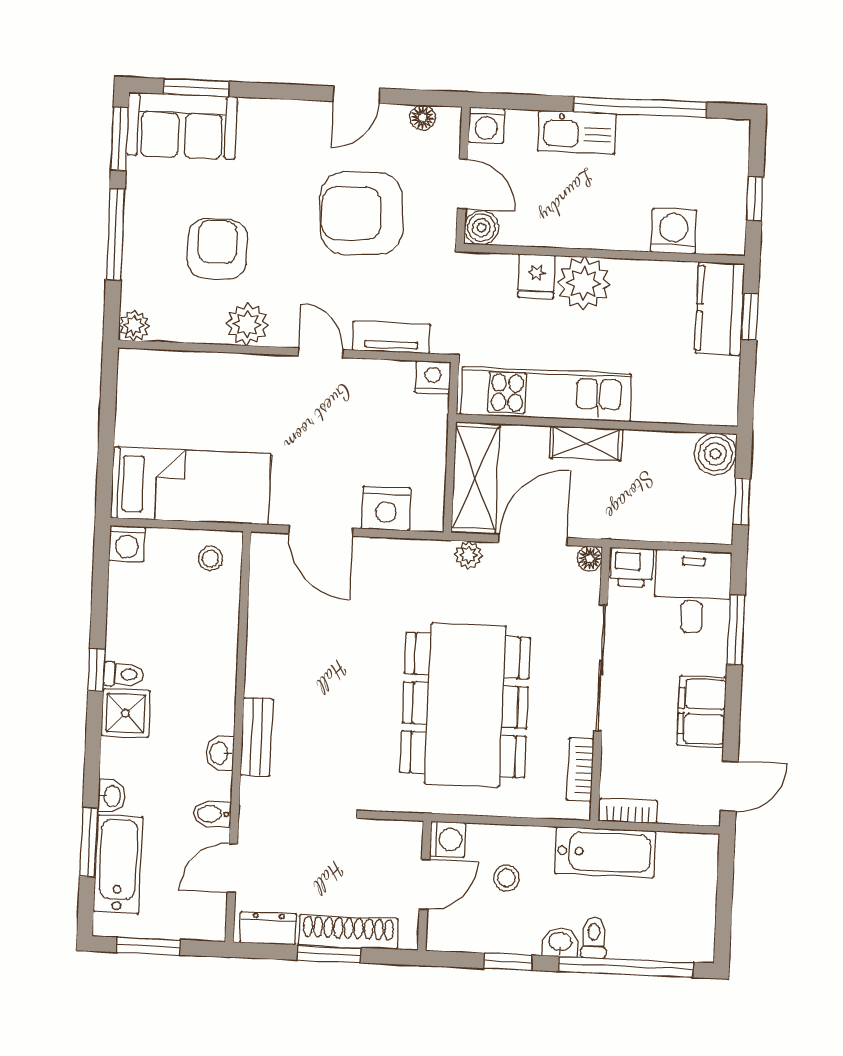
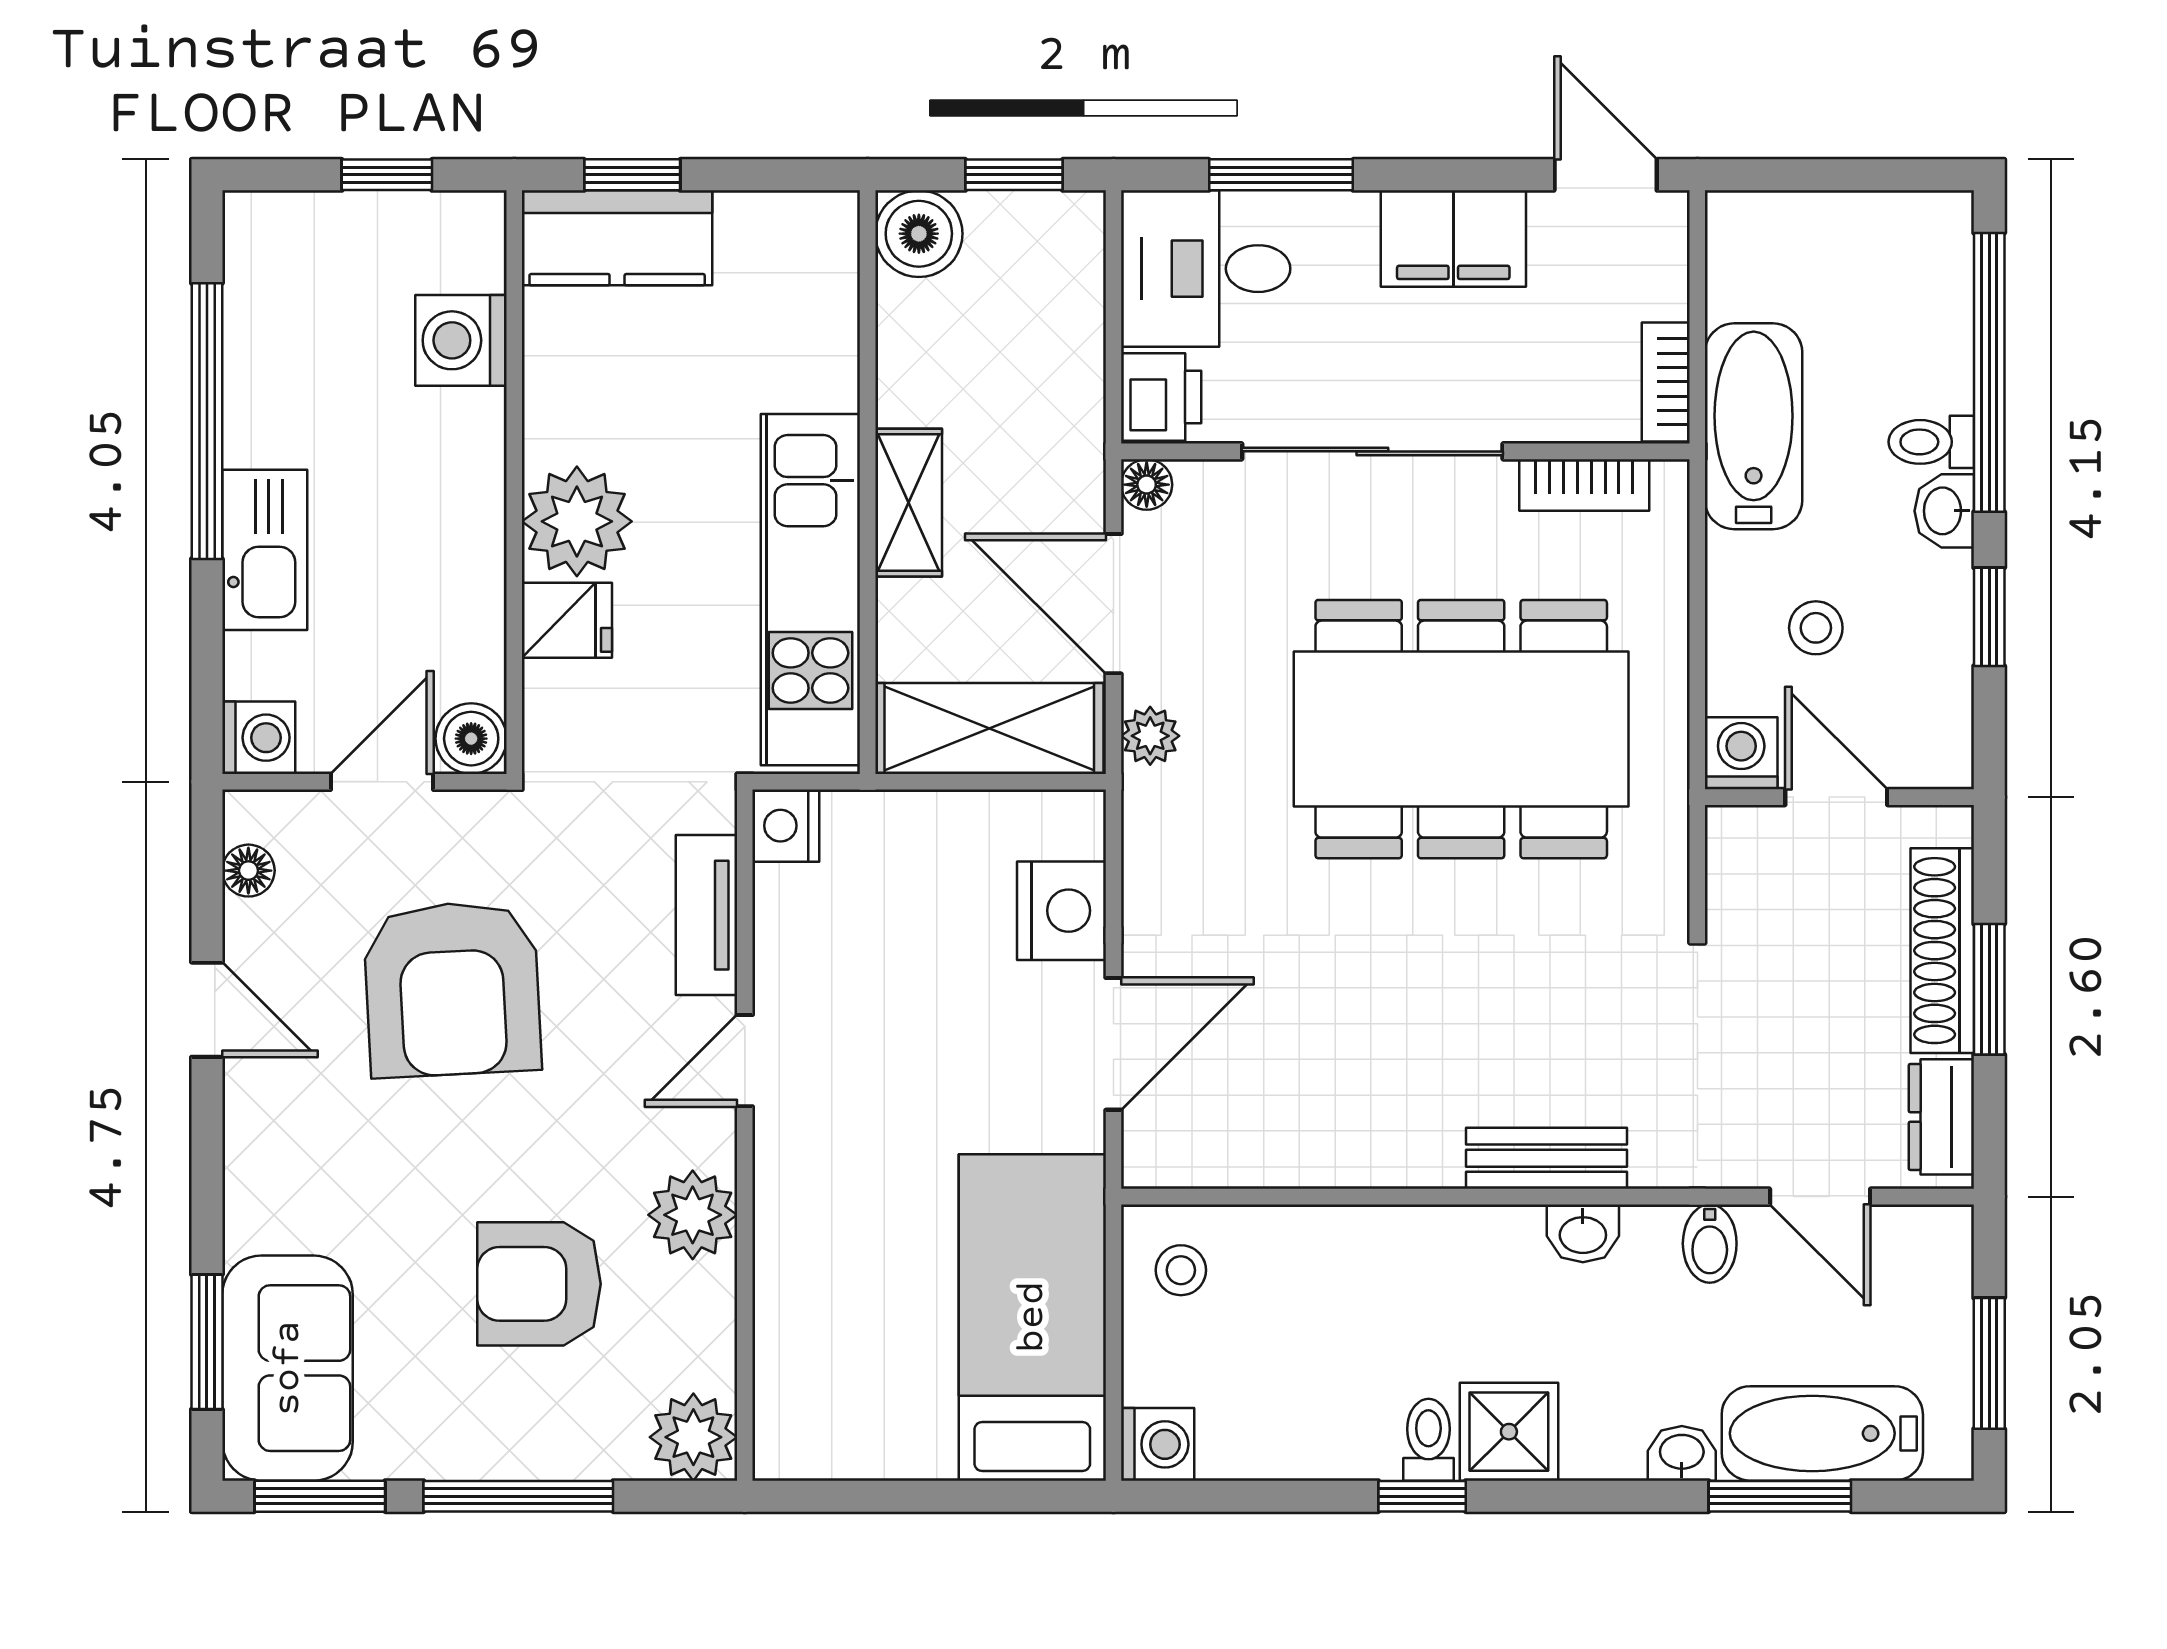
plant: (134, 326) -> (693, 1437), width x1.38, depth x1.38

